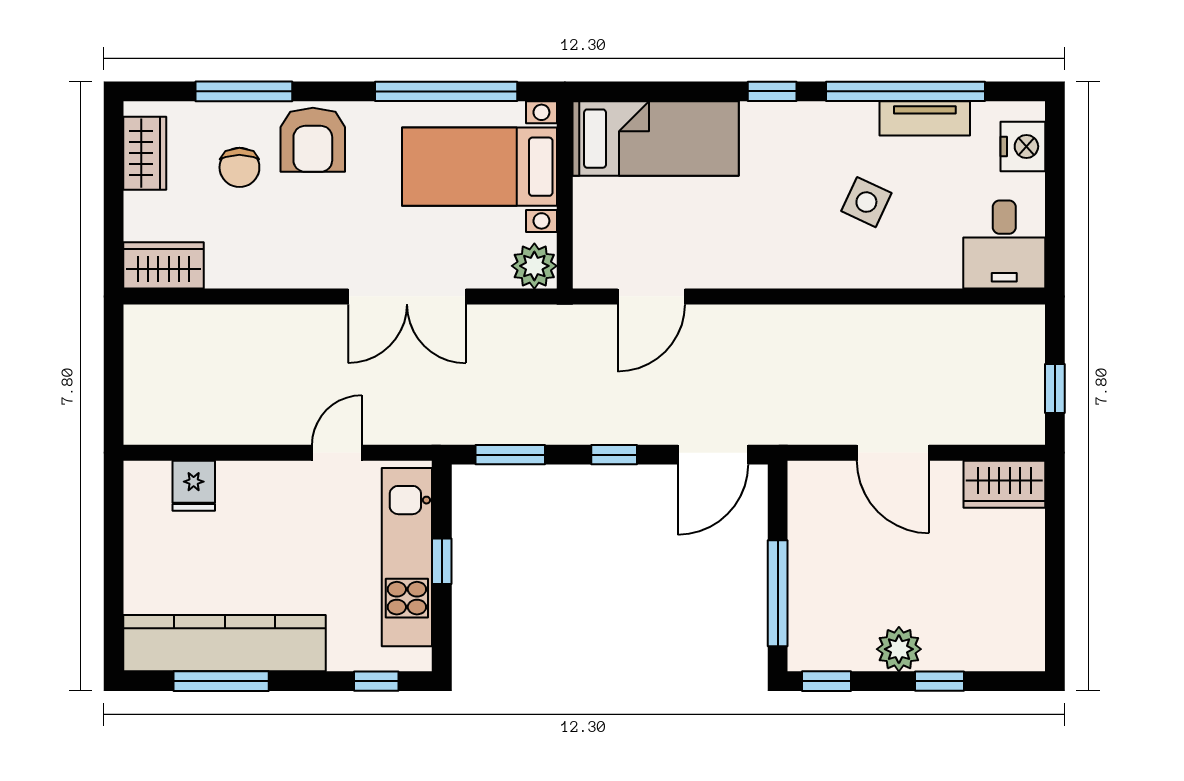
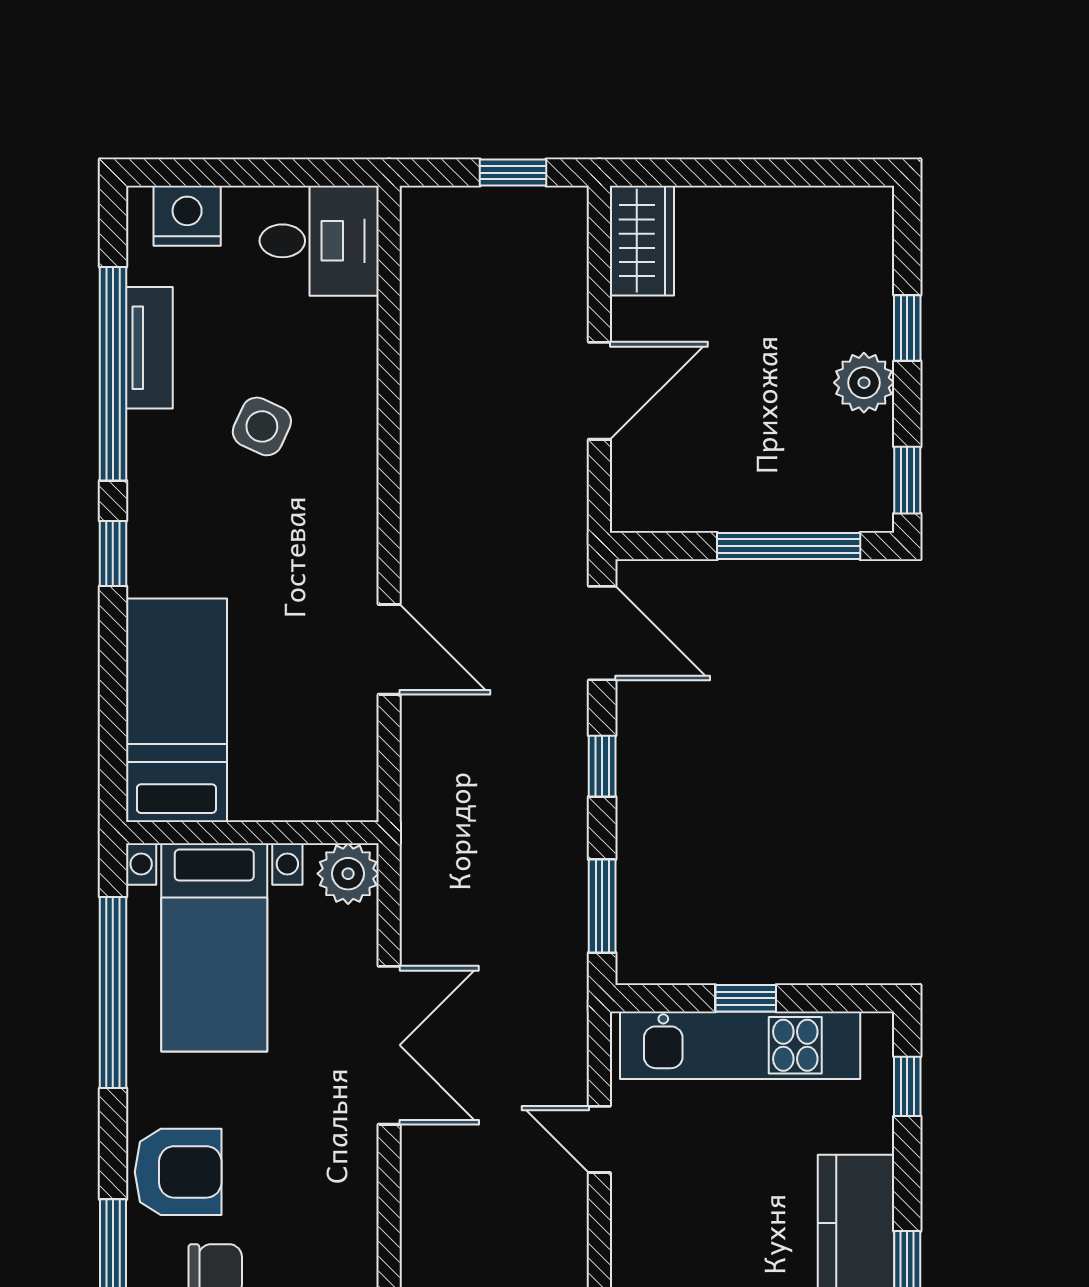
door: (651, 296) -> (389, 649), moved

